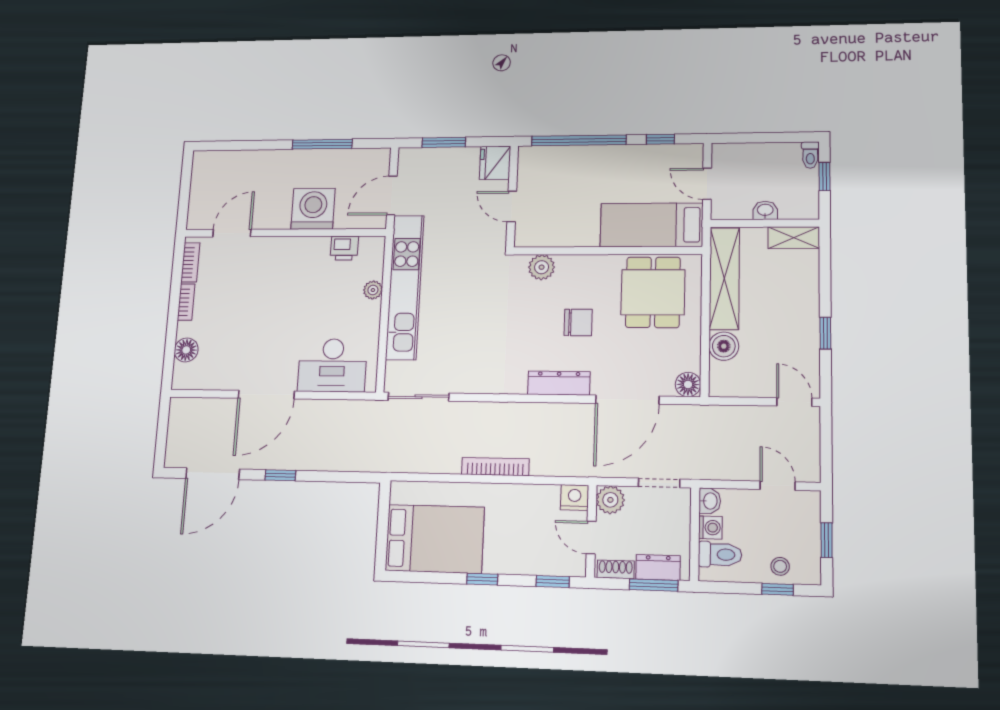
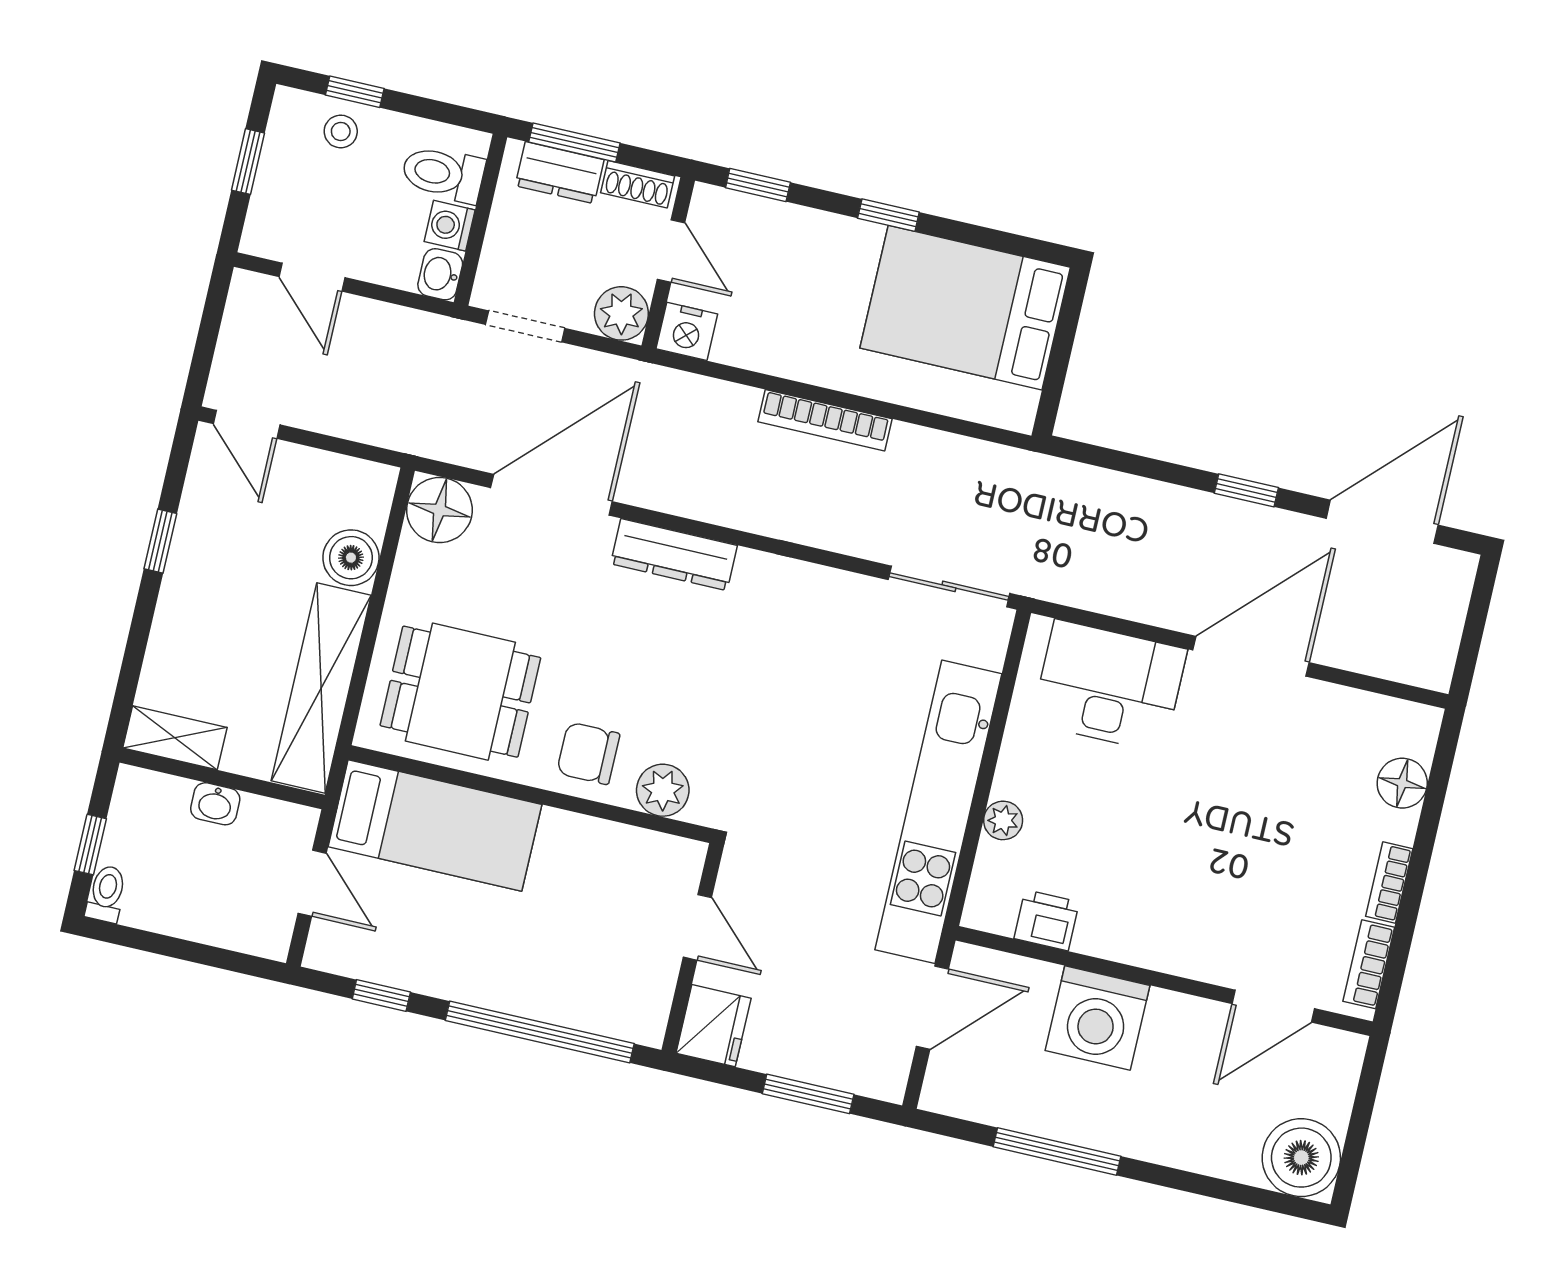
boiler: (209, 168) -> (1301, 1158), added
dining table: (653, 292) -> (460, 692), turned 90
chair: (578, 322) -> (588, 753), moved
floor lamp: (688, 384) -> (439, 510), width x1.38, depth x1.38

